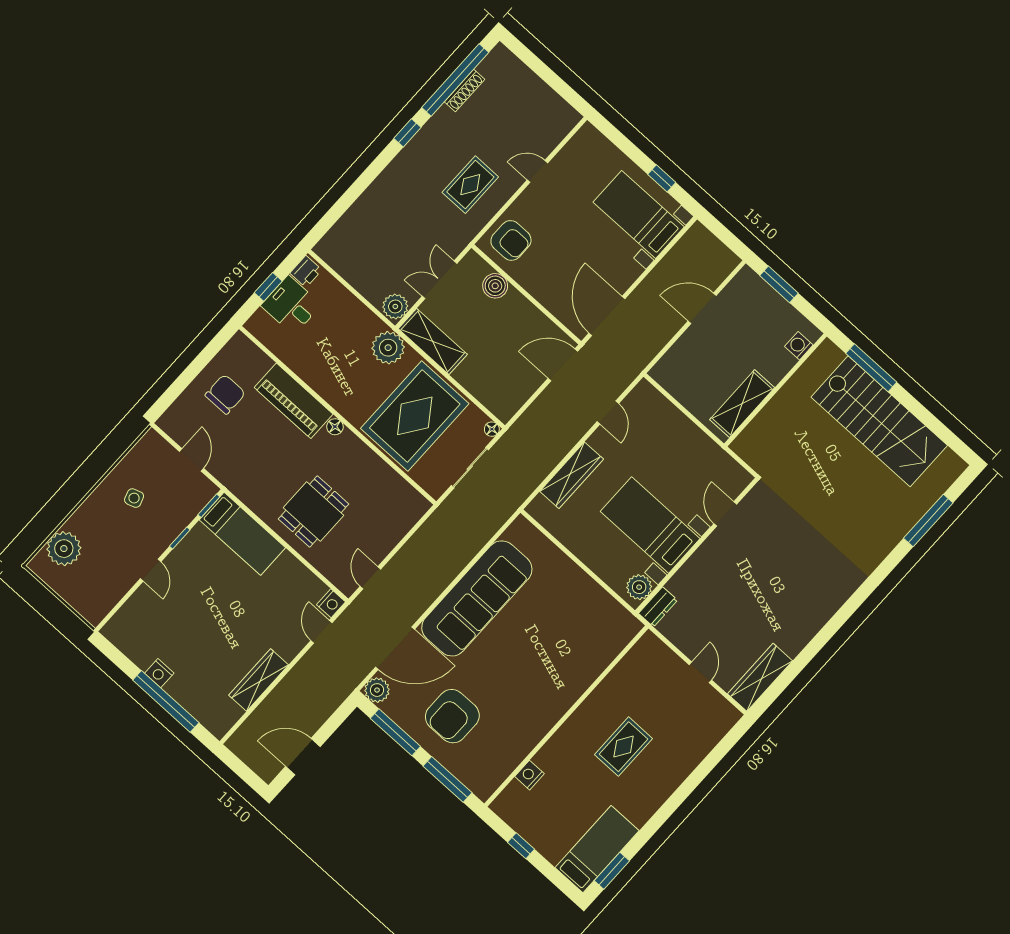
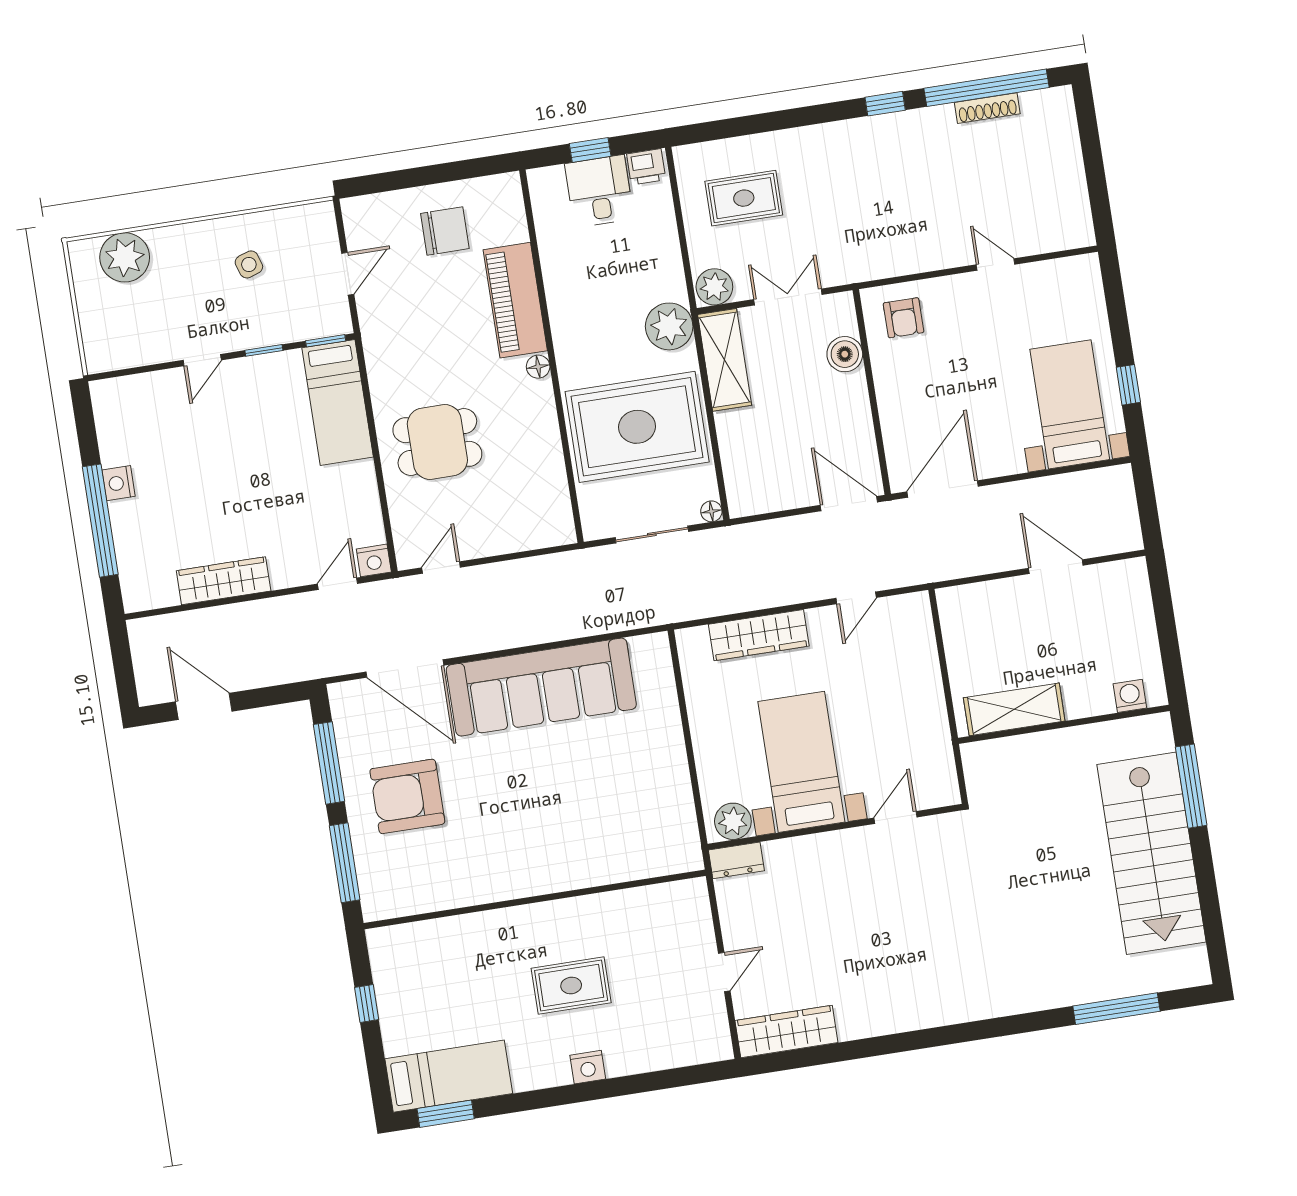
rug: (470, 185) -> (744, 198), moved
armchair: (511, 240) -> (903, 318), width x0.72, depth x0.72
window: (779, 284) -> (1163, 609), removed
plant: (377, 690) -> (347, 699), removed
nightstand: (529, 775) -> (588, 1067), moved, turned 180

